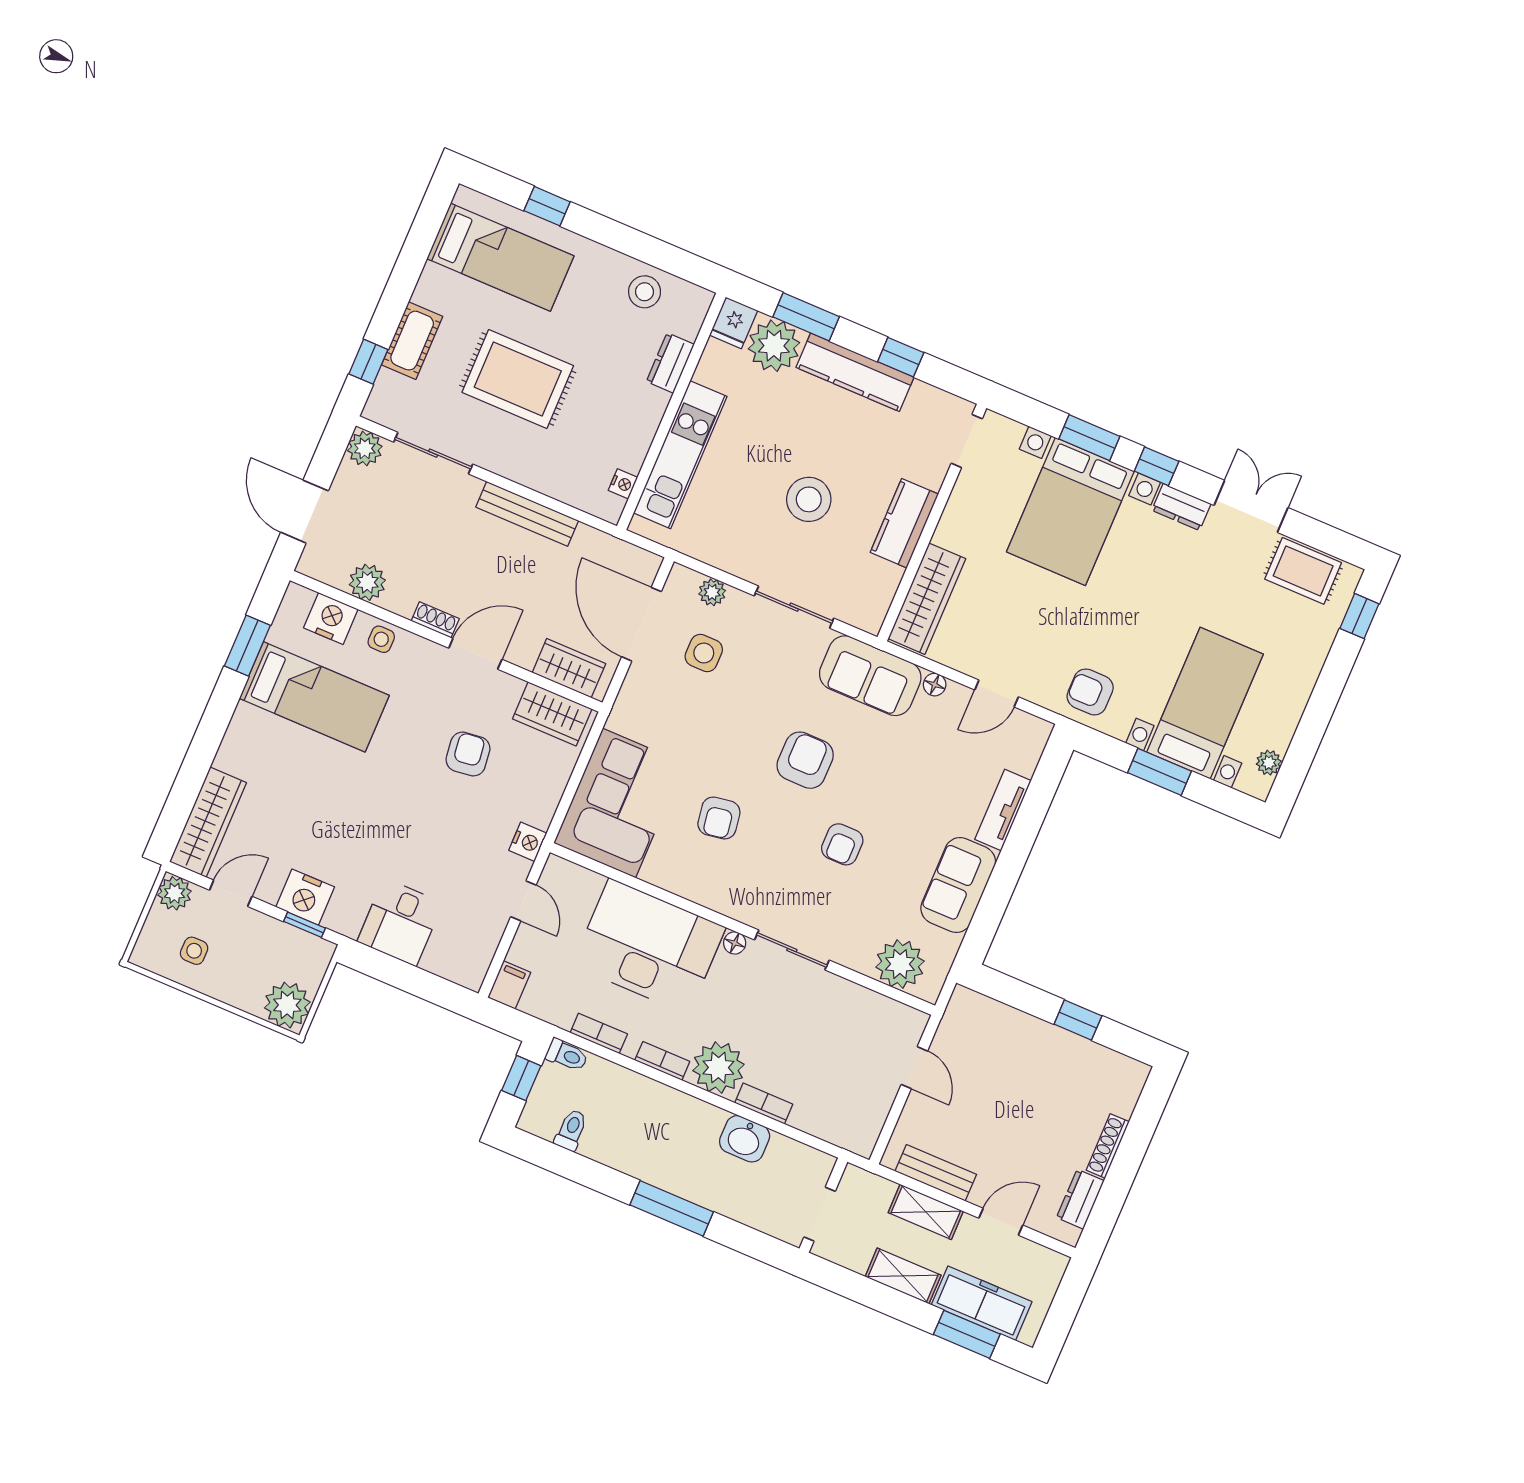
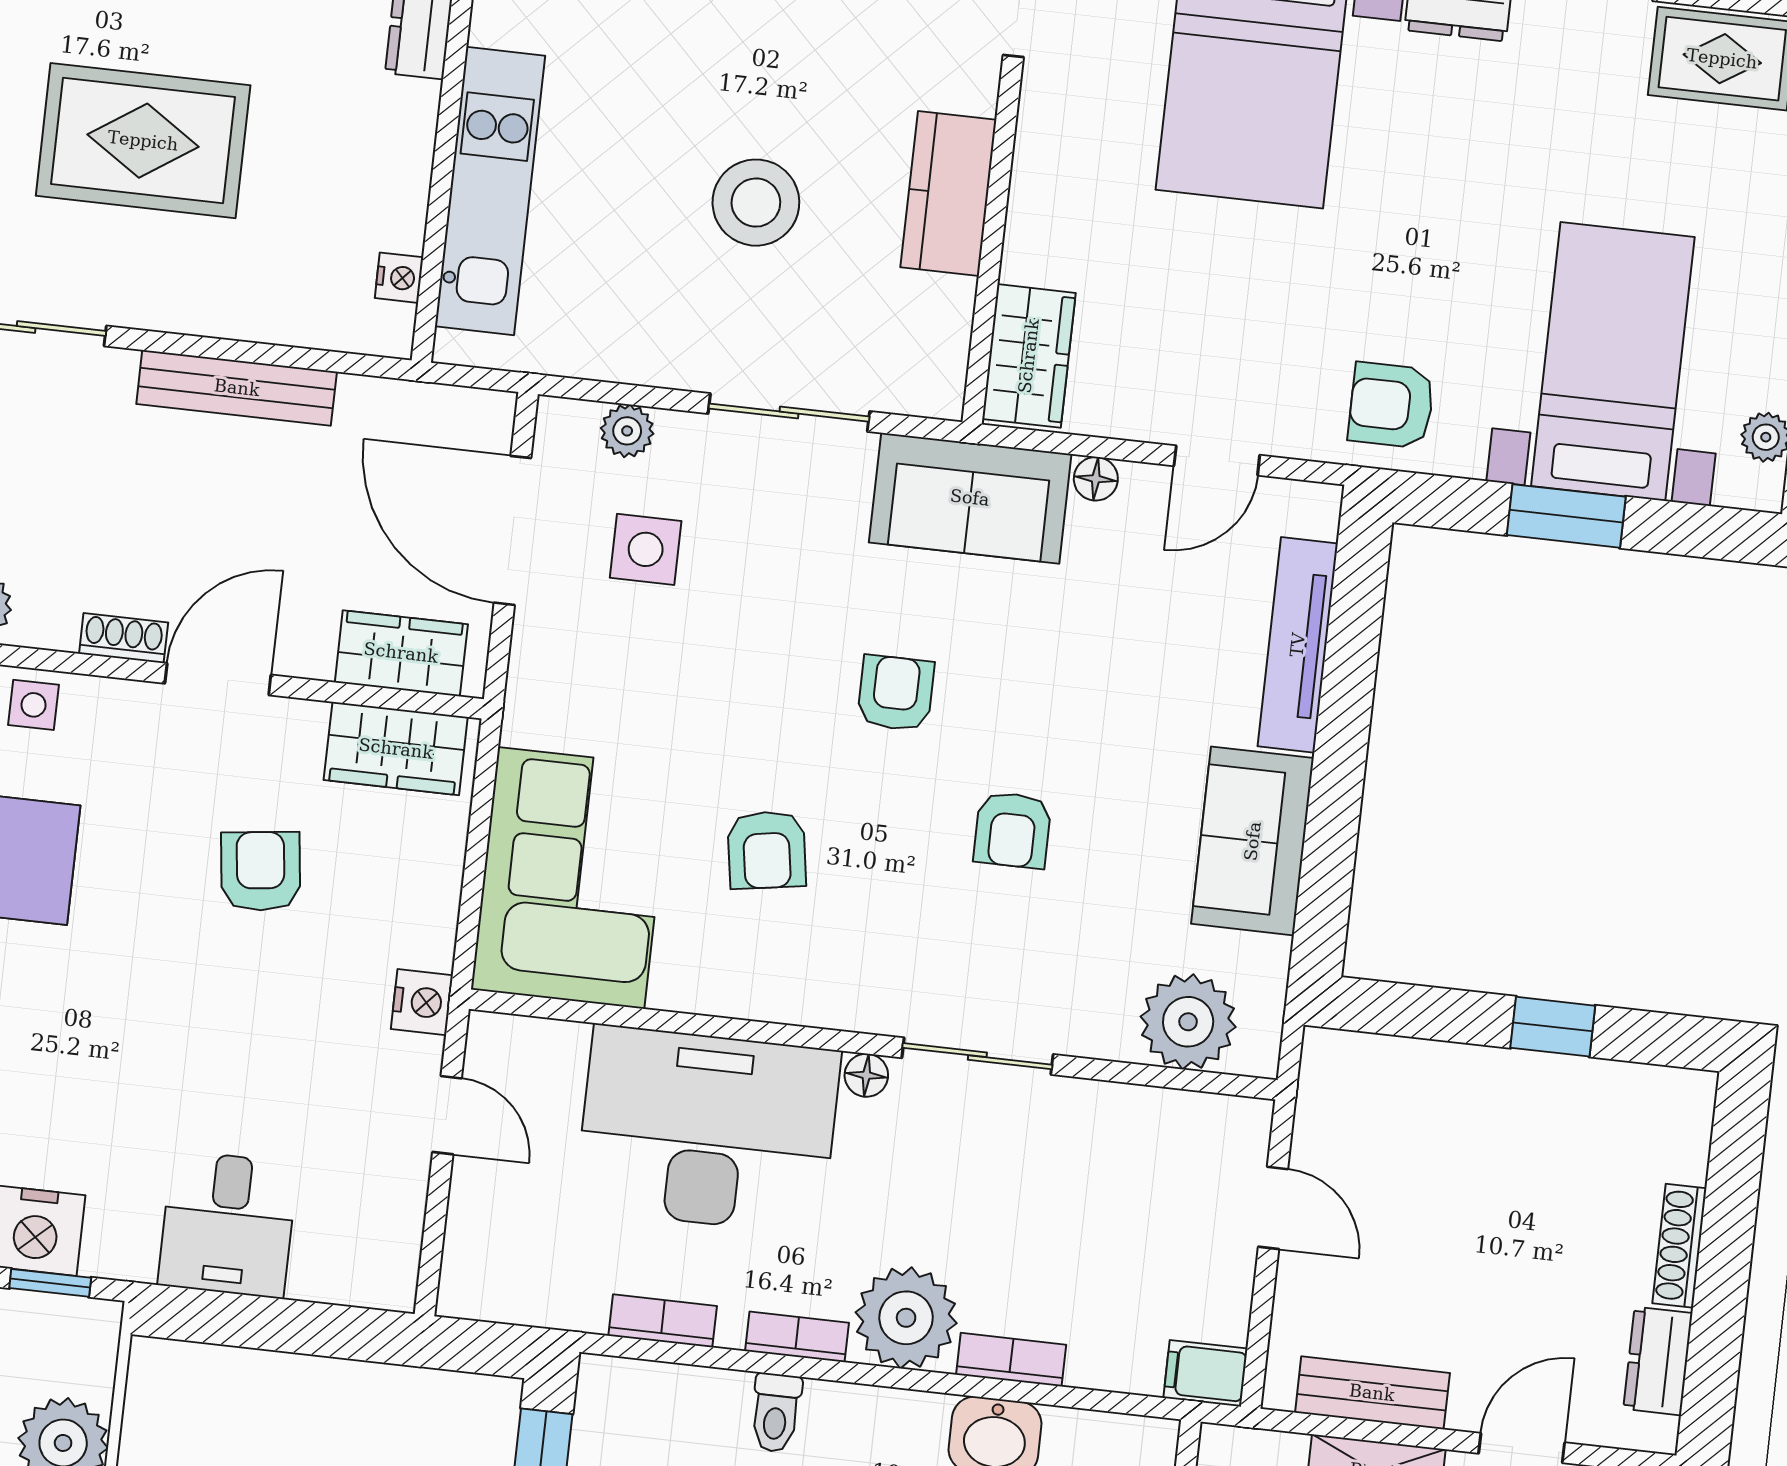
wardrobe: (927, 599) -> (1029, 356), width x0.67
armchair: (805, 760) -> (896, 693), width x0.72, depth x0.72
tv unit: (1003, 810) -> (1298, 645), width x1.41
filing cabinet: (509, 985) -> (1205, 1373), moved, turned -90
toilet: (567, 1055) -> (776, 1413), moved, turned 90

